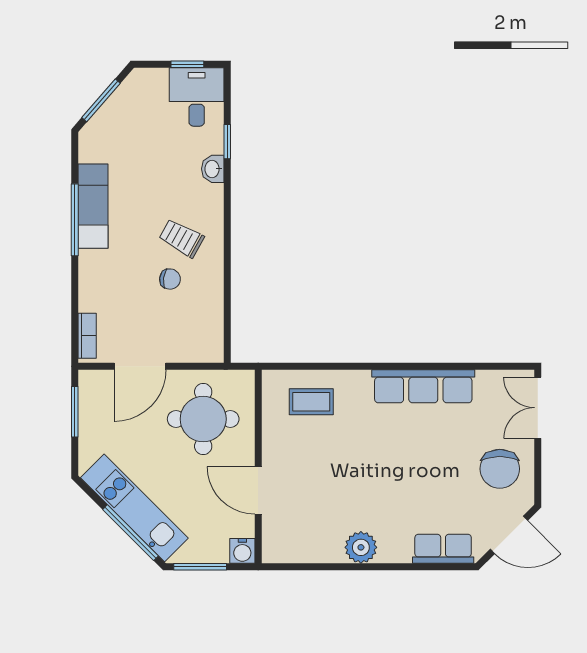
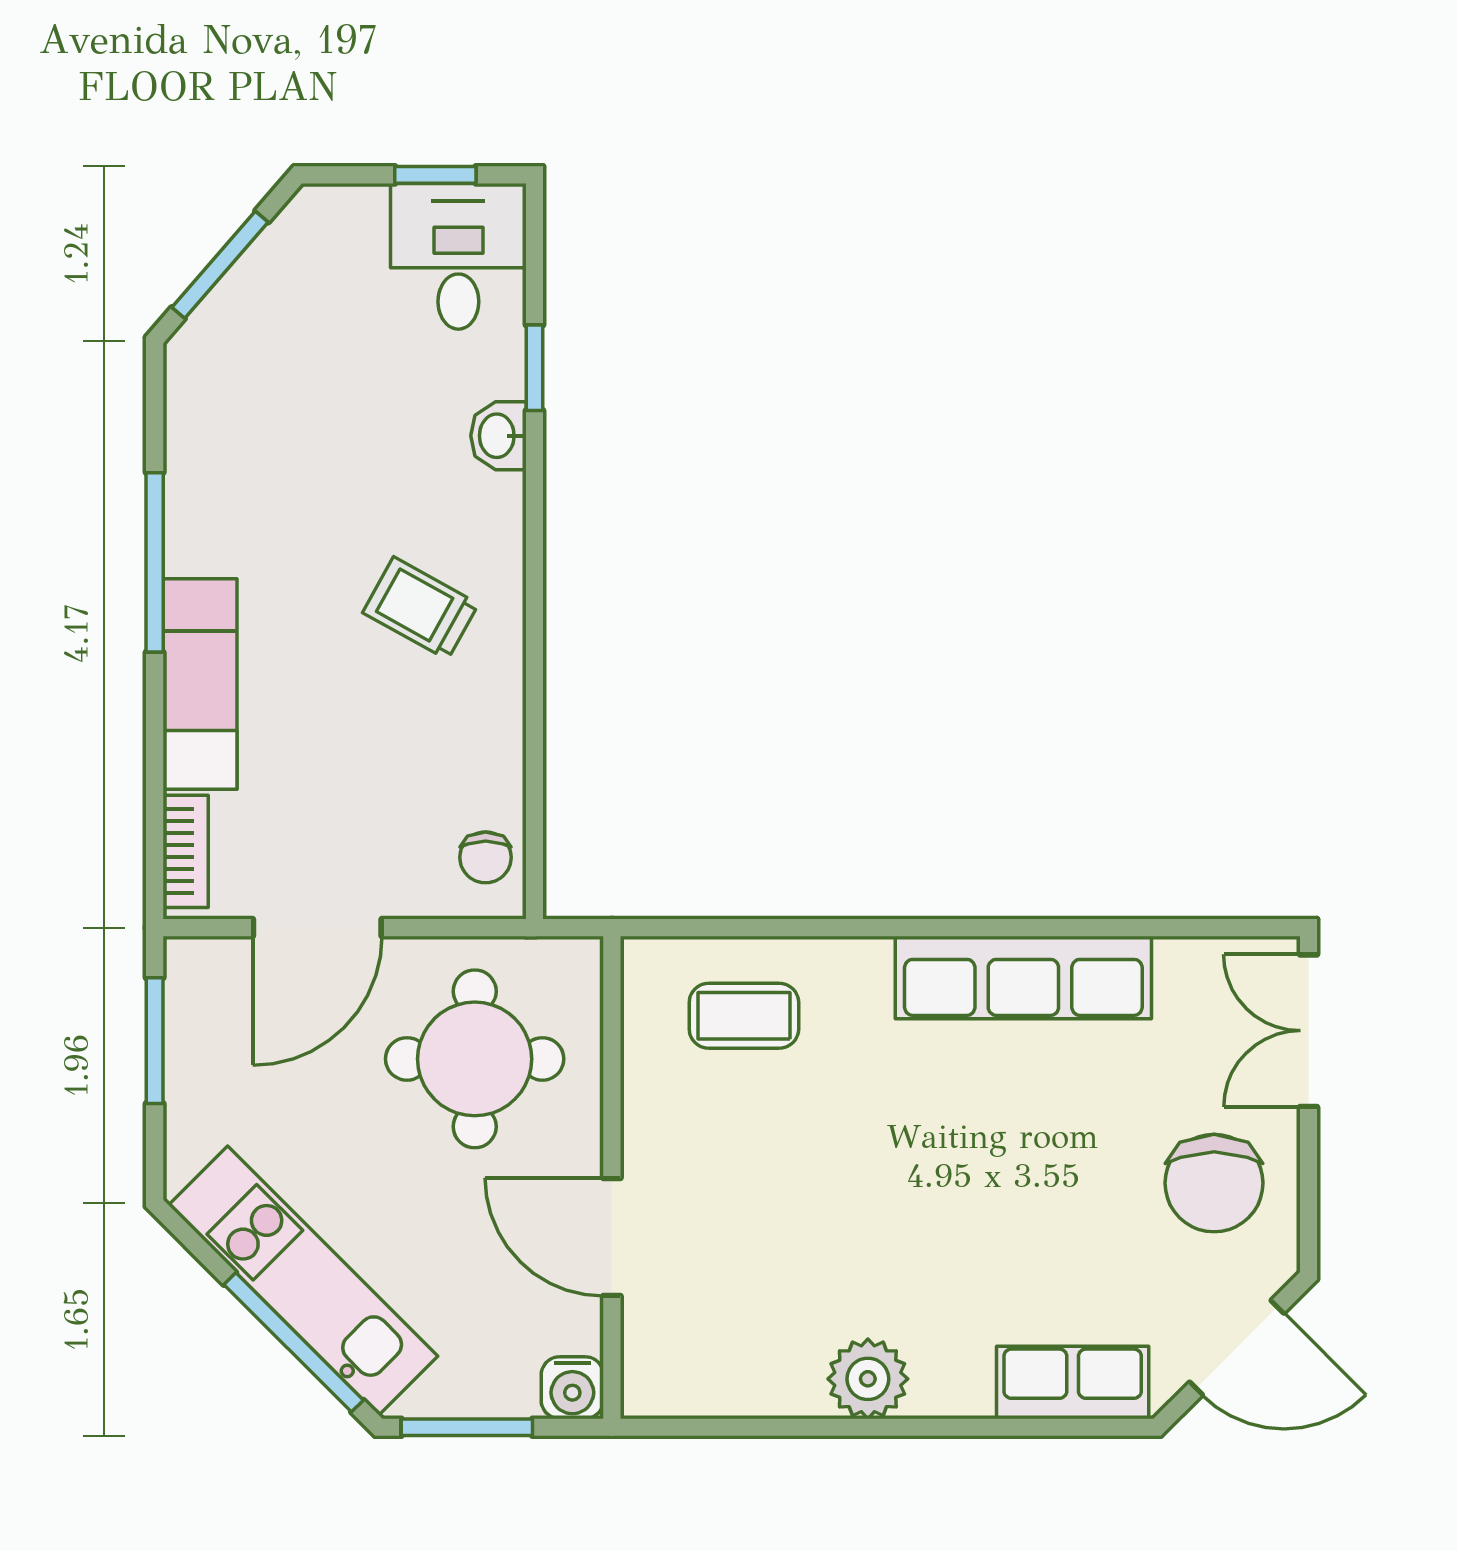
exam couch: (93, 206) -> (200, 684), moved
chair: (170, 279) -> (486, 857), moved, turned 83

